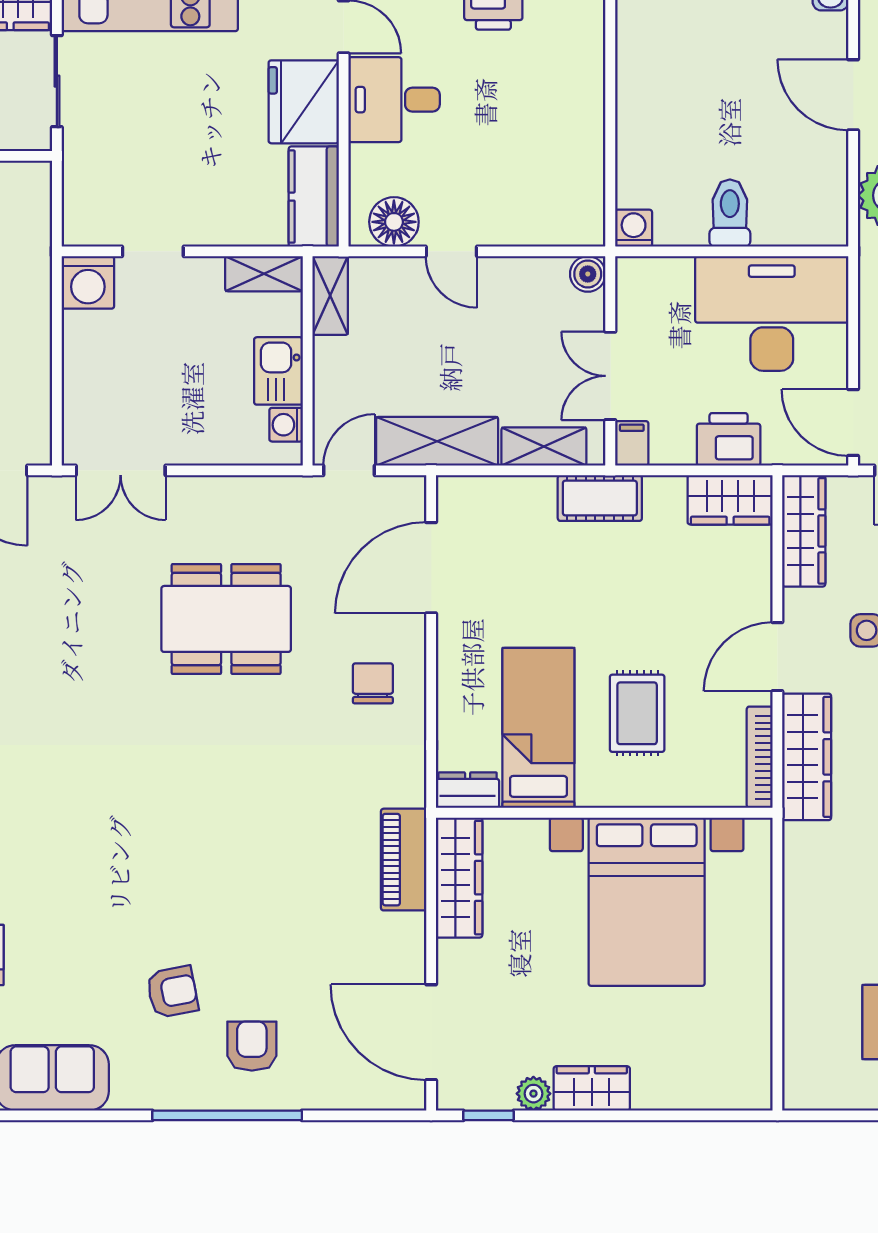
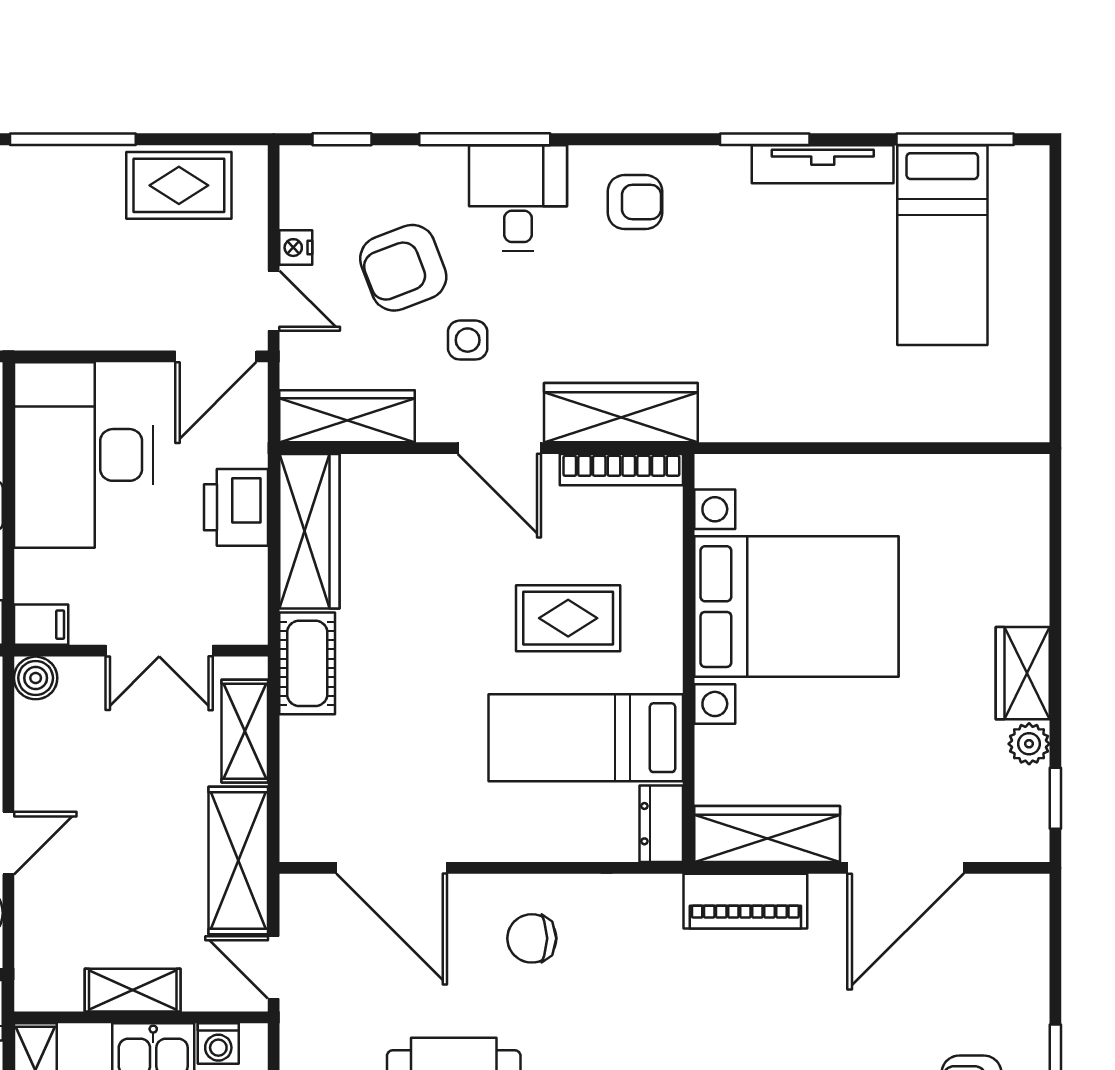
shelving: (330, 296) -> (133, 990), moved
filing cabinet: (632, 443) -> (41, 625), moved, turned 180
wardrobe: (730, 500) -> (309, 531), width x1.50
door: (431, 1032) -> (905, 868), moved

